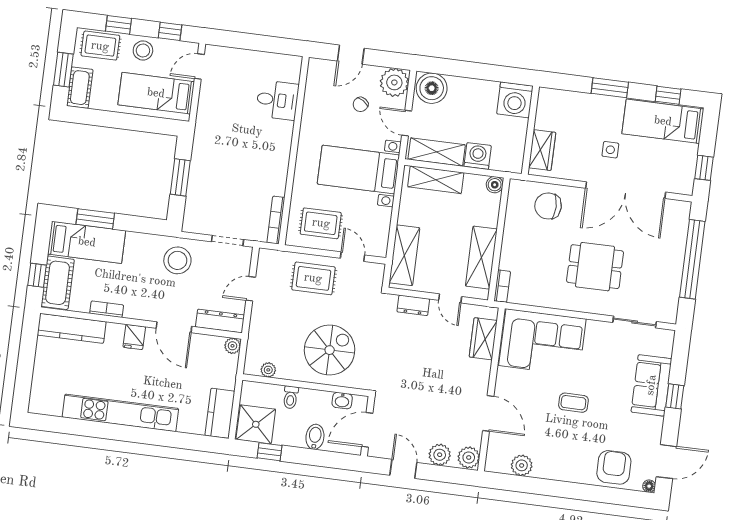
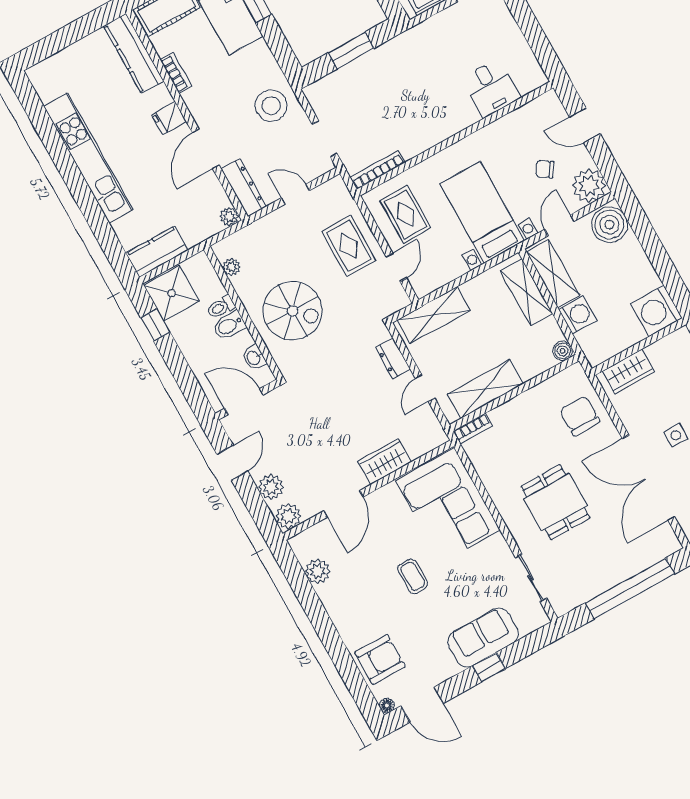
wardrobe: (483, 339) -> (384, 462), moved
bidet: (315, 437) -> (229, 325), moved, turned 180

